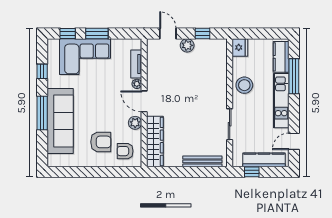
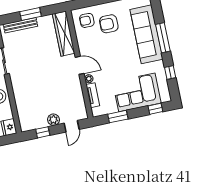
window: (97, 33) -> (118, 117), moved
door: (168, 33) -> (72, 126), hinge flipped
plant: (135, 123) -> (83, 46), removed
armchair: (125, 151) -> (87, 20), turned 180
window: (188, 172) -> (30, 14), added

